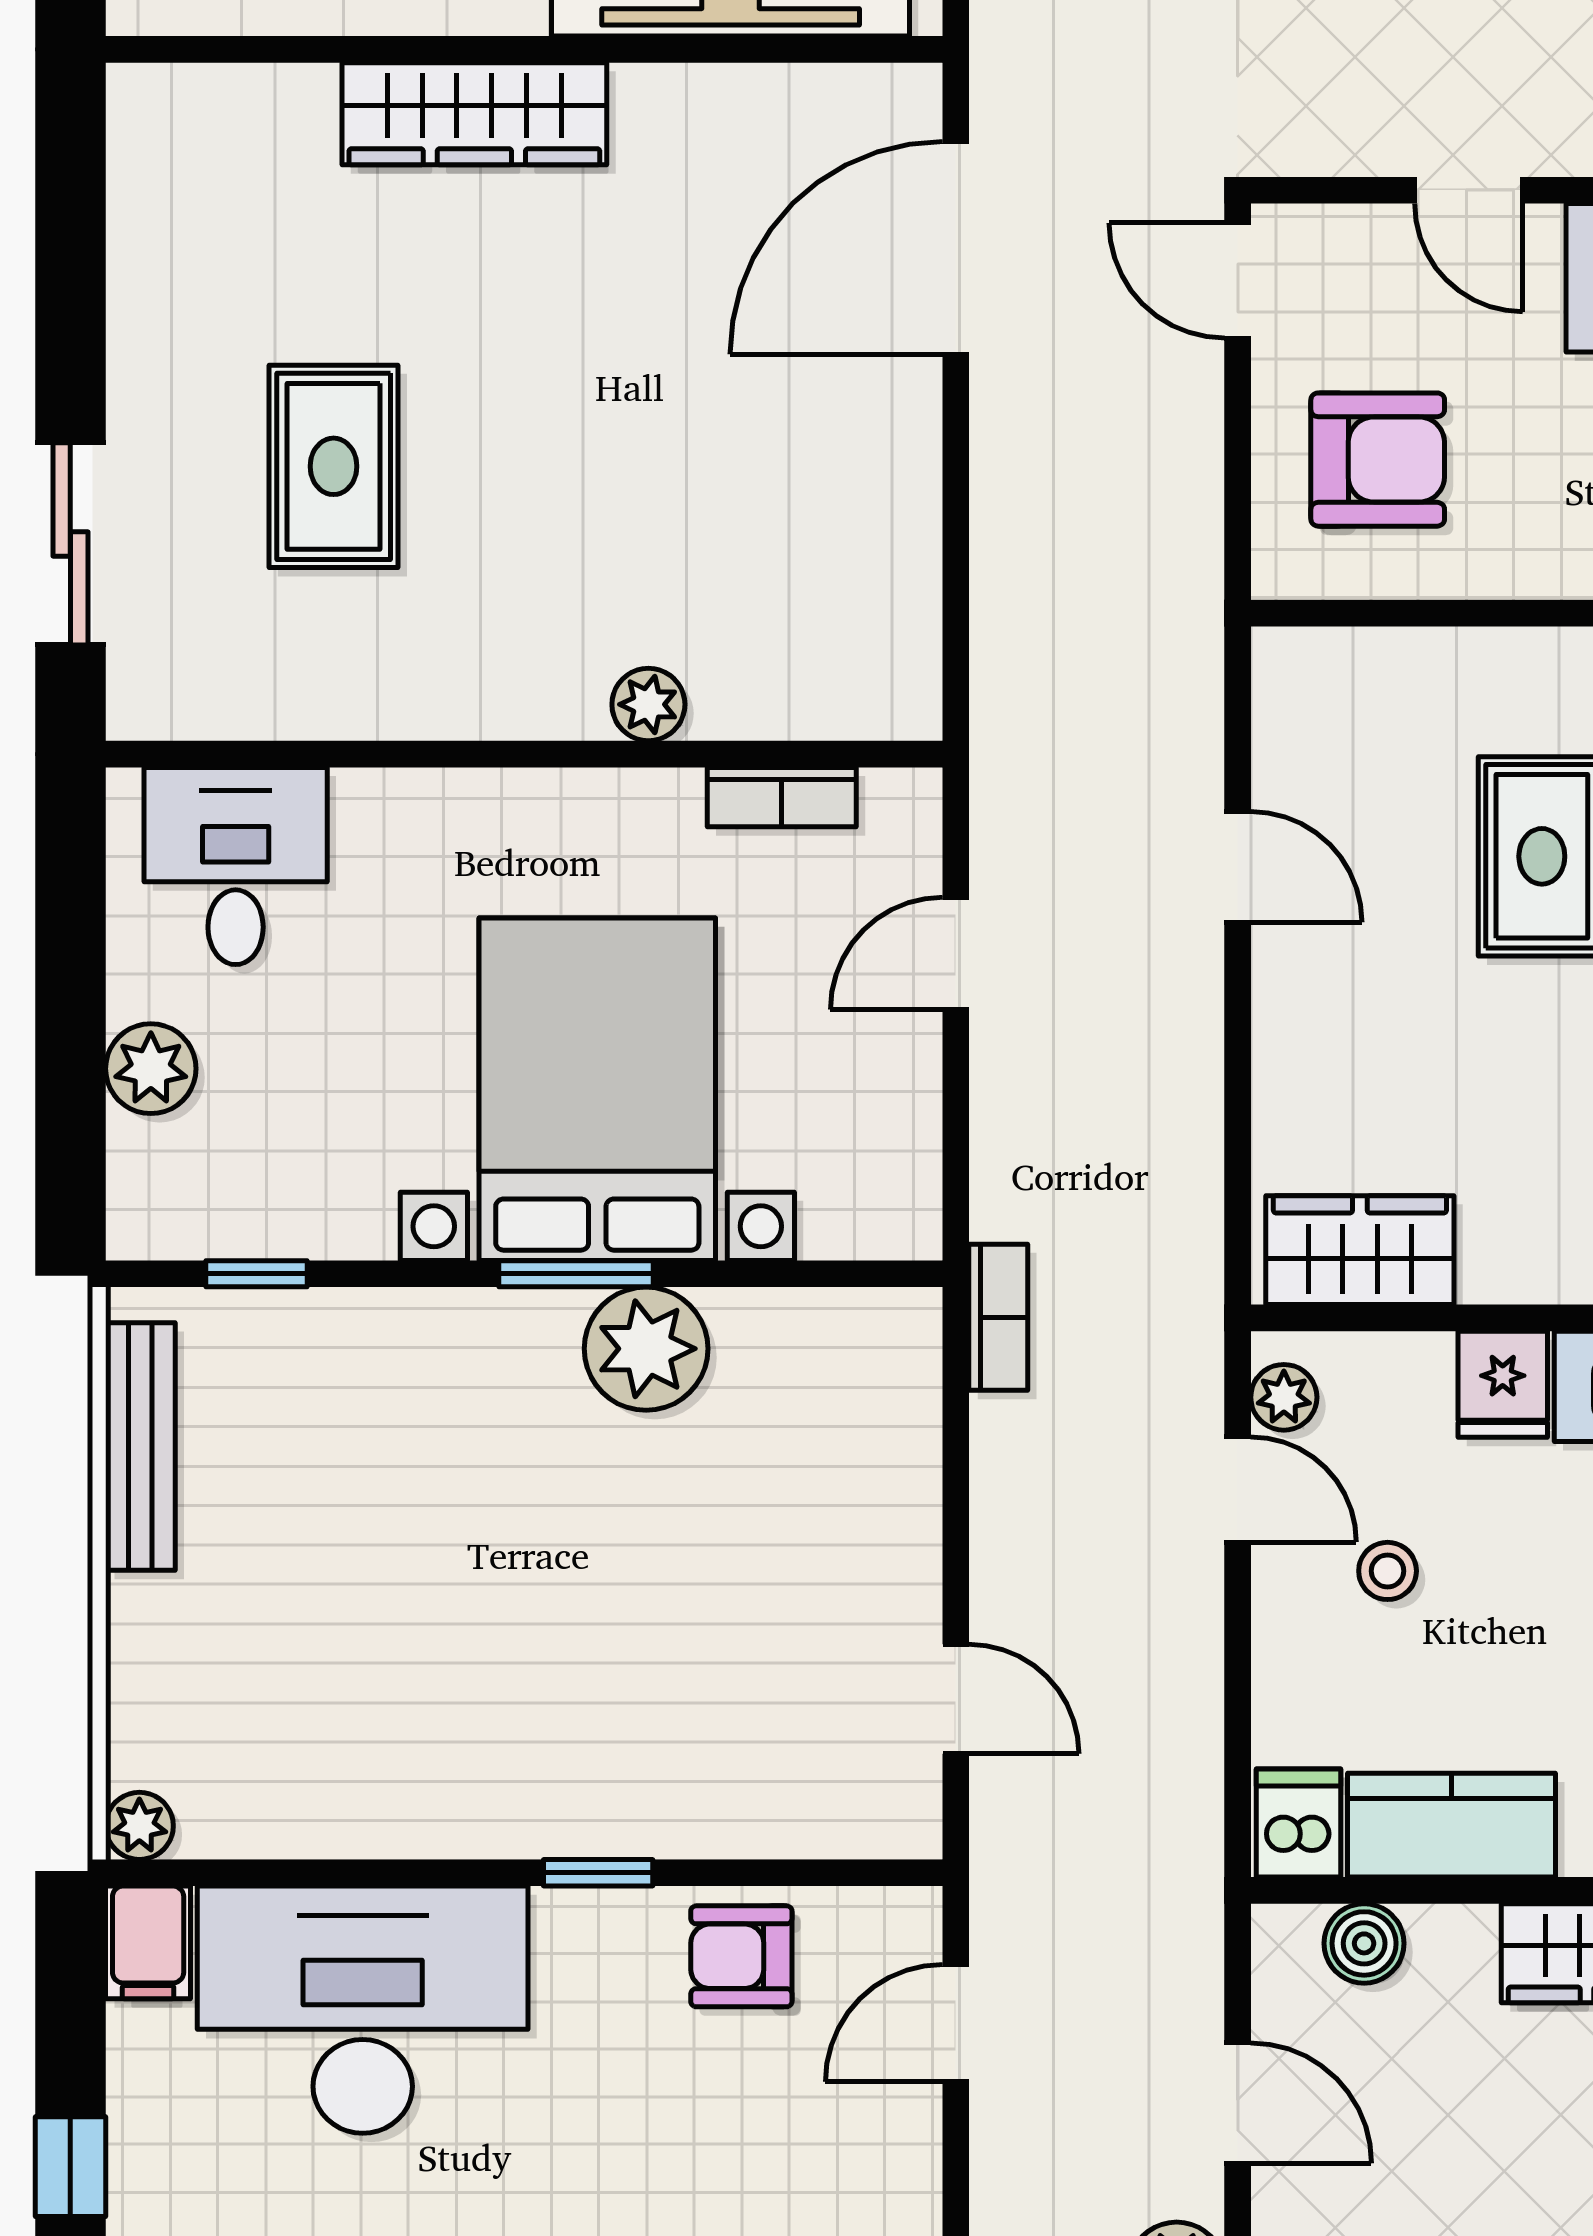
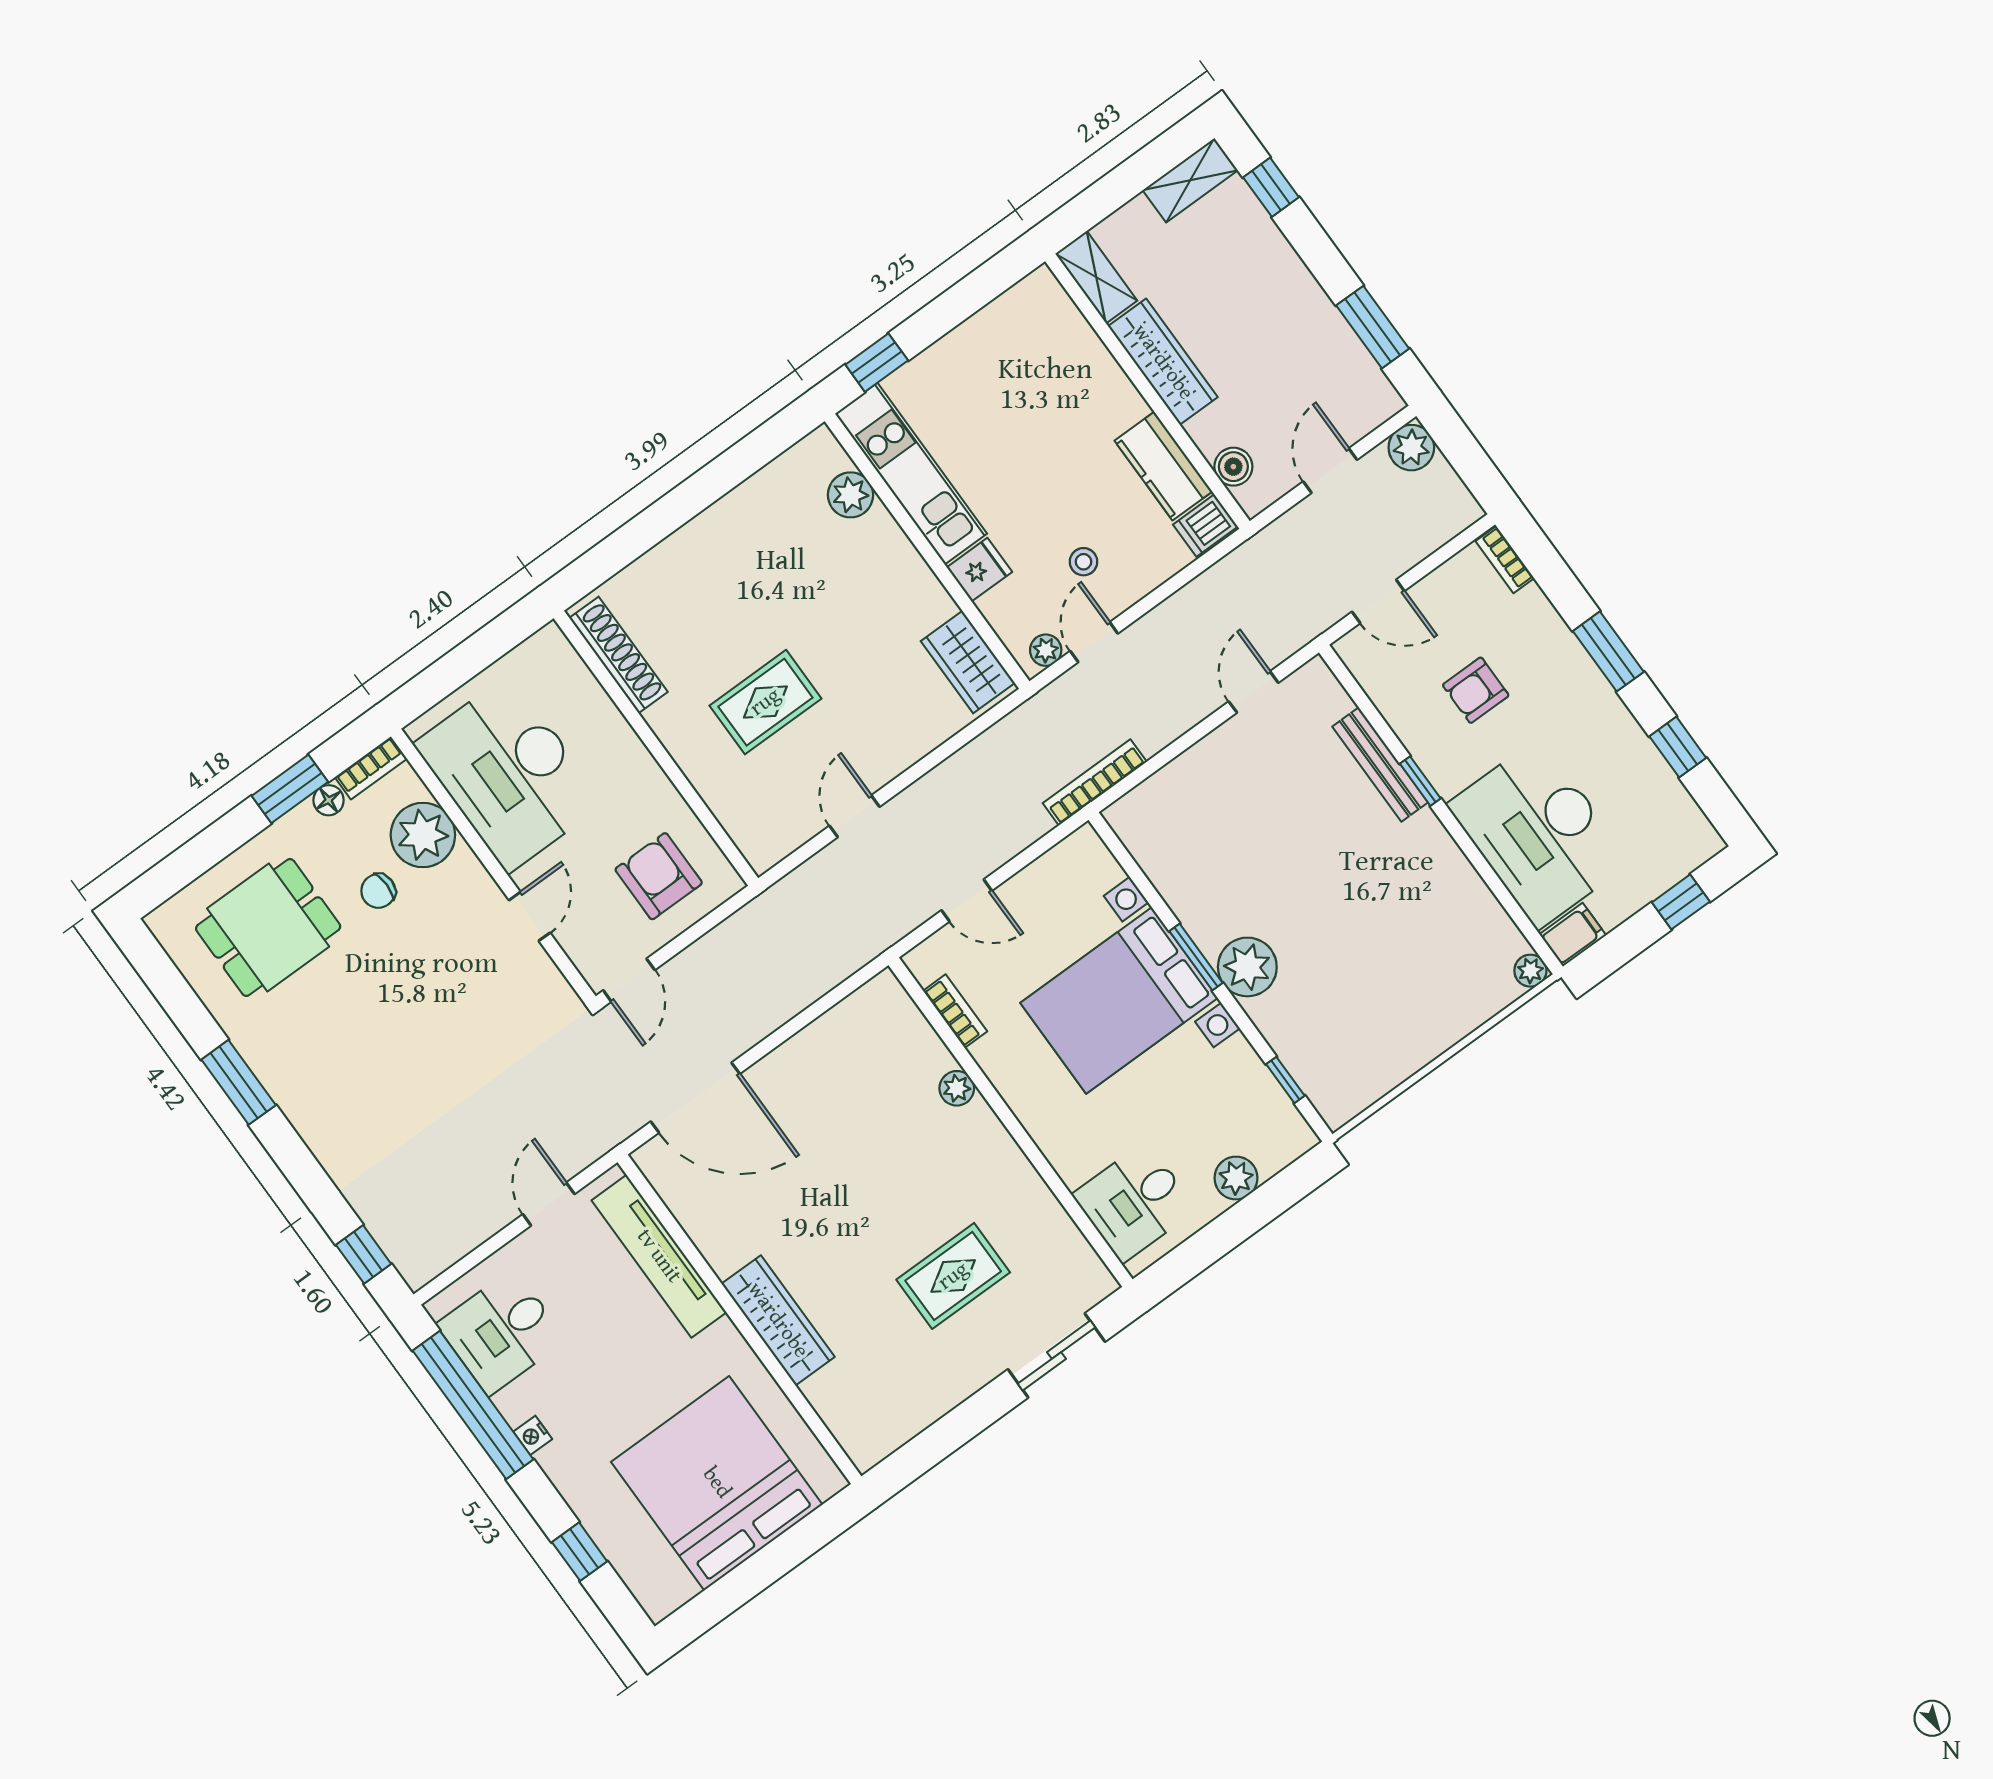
bookcase: (998, 1317) -> (1095, 782), width x1.56
plant: (646, 1349) -> (1247, 967), moved
bench: (140, 1447) -> (1380, 764), moved, turned 90
armchair: (741, 1956) -> (1476, 690), moved, turned 90

